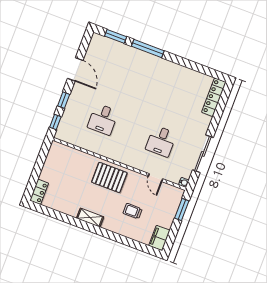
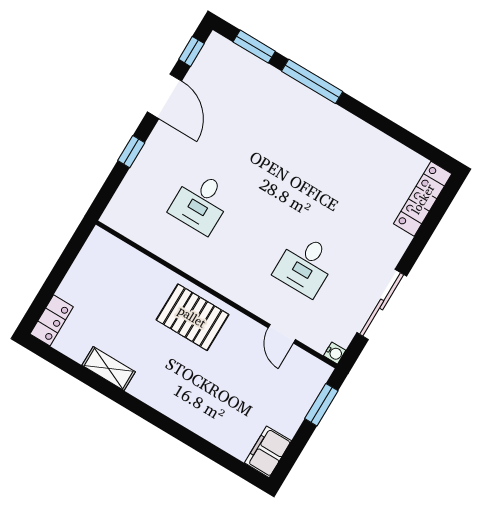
window: (55, 122) -> (191, 51), moved
trolley: (133, 211) -> (226, 390), removed
shelving: (90, 218) -> (109, 368), moved

